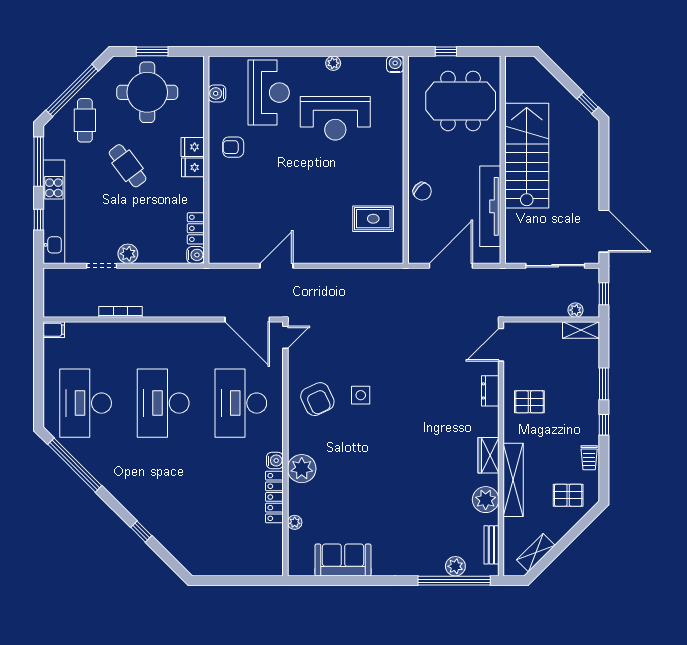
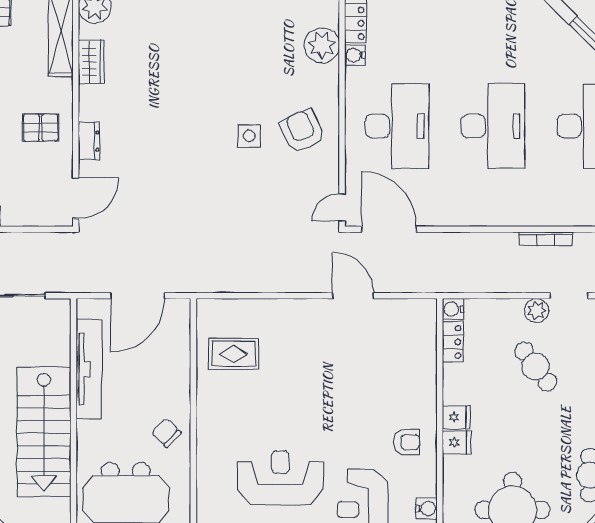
cafe table: (128, 166) -> (536, 367), moved
chair: (422, 191) -> (166, 433), moved
door: (276, 266) -> (353, 296), swing flipped

